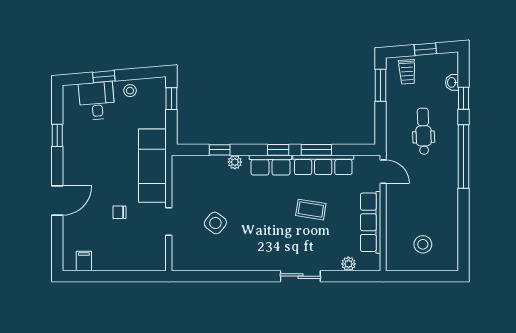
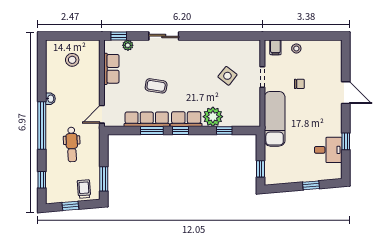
washbasin: (452, 82) -> (50, 99), moved
stool: (130, 91) -> (296, 48), moved
window: (464, 98) -> (42, 180), moved
desk: (97, 101) -> (328, 150), moved, turned -85
plant: (235, 162) -> (213, 117), width x1.88, depth x1.88
door: (383, 172) -> (102, 114), hinge flipped
door: (57, 201) -> (346, 93), swing flipped
row of seats: (371, 222) -> (111, 69), width x0.68
filing cabinet: (84, 261) -> (275, 47), moved
window: (361, 276) -> (119, 36), added

